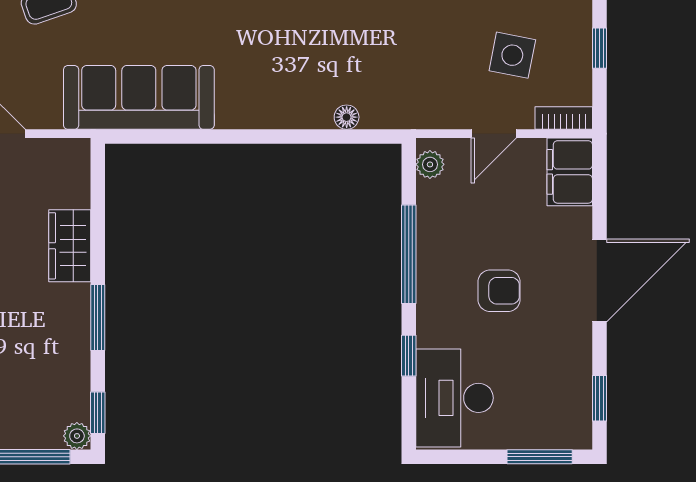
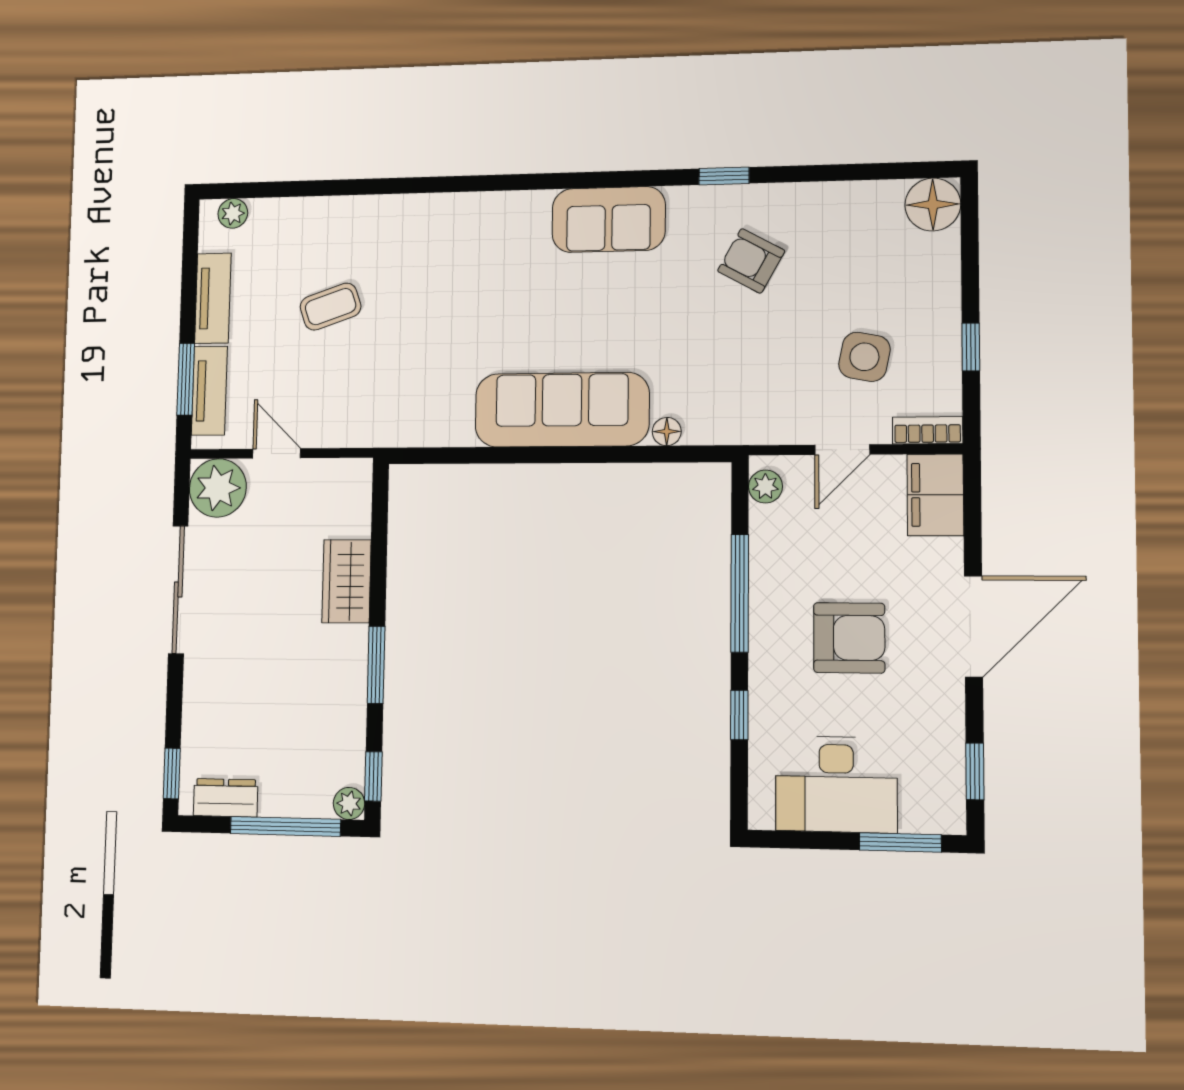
sofa: (139, 97) -> (562, 410), moved
armchair: (499, 291) -> (849, 638), width x1.38, depth x1.38
desk: (454, 398) -> (836, 784), moved, turned -90

